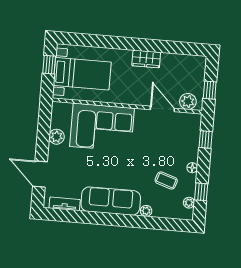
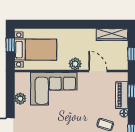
wardrobe: (146, 59) -> (112, 35), moved, width x1.50
plant: (188, 101) -> (75, 64), moved
piano: (191, 143) -> (122, 95), added

